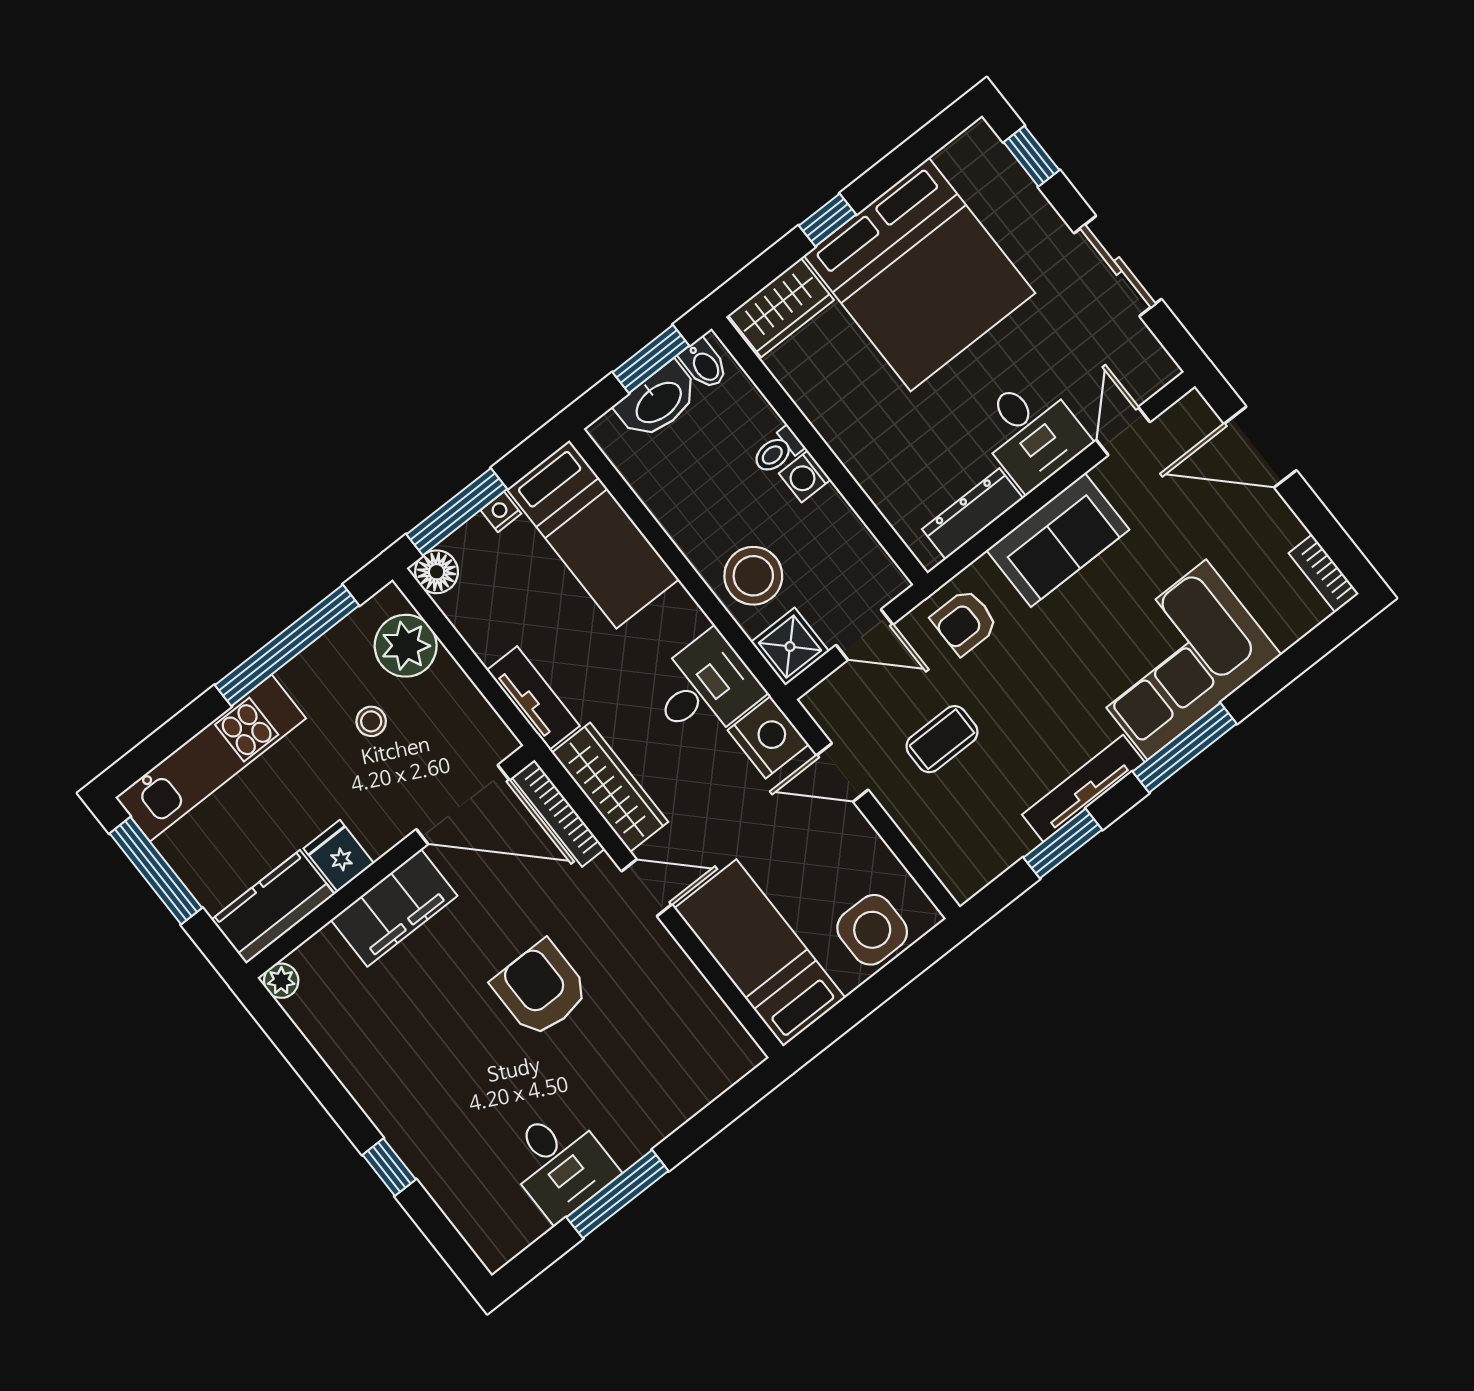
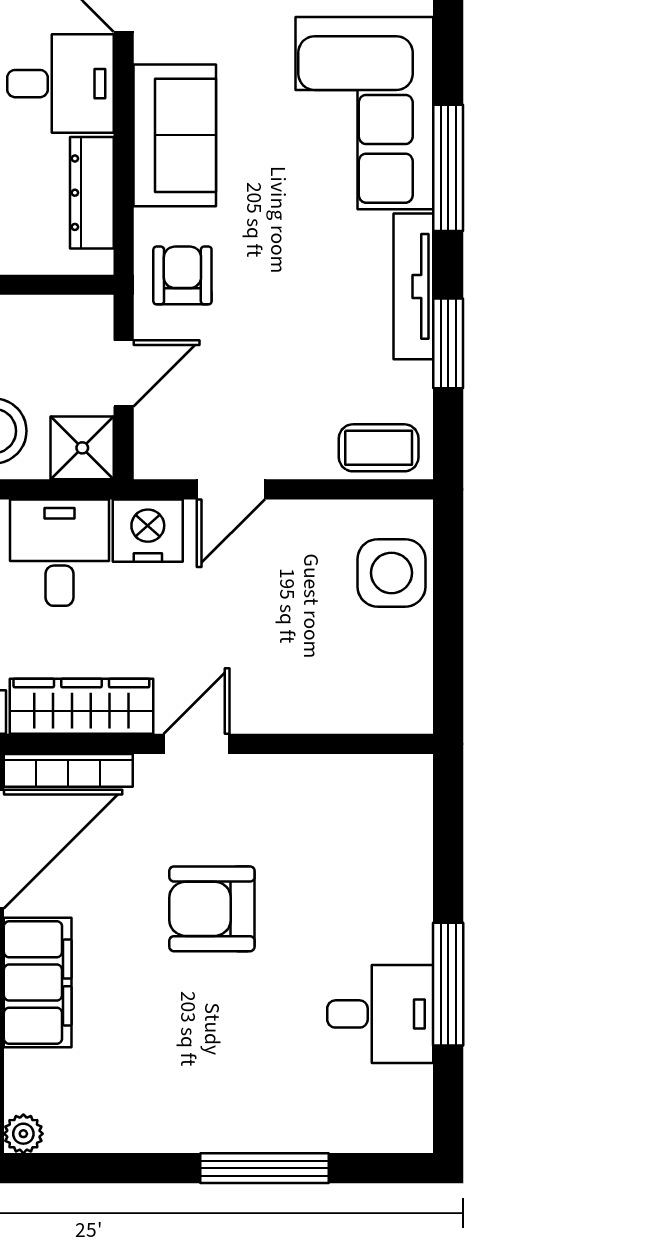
armchair: (965, 622) -> (182, 275), turned 180
coffee table: (942, 739) -> (379, 448), moved, turned 90
bed: (760, 953) -> (333, 689), removed
window: (389, 1167) -> (265, 1168), width x2.17

